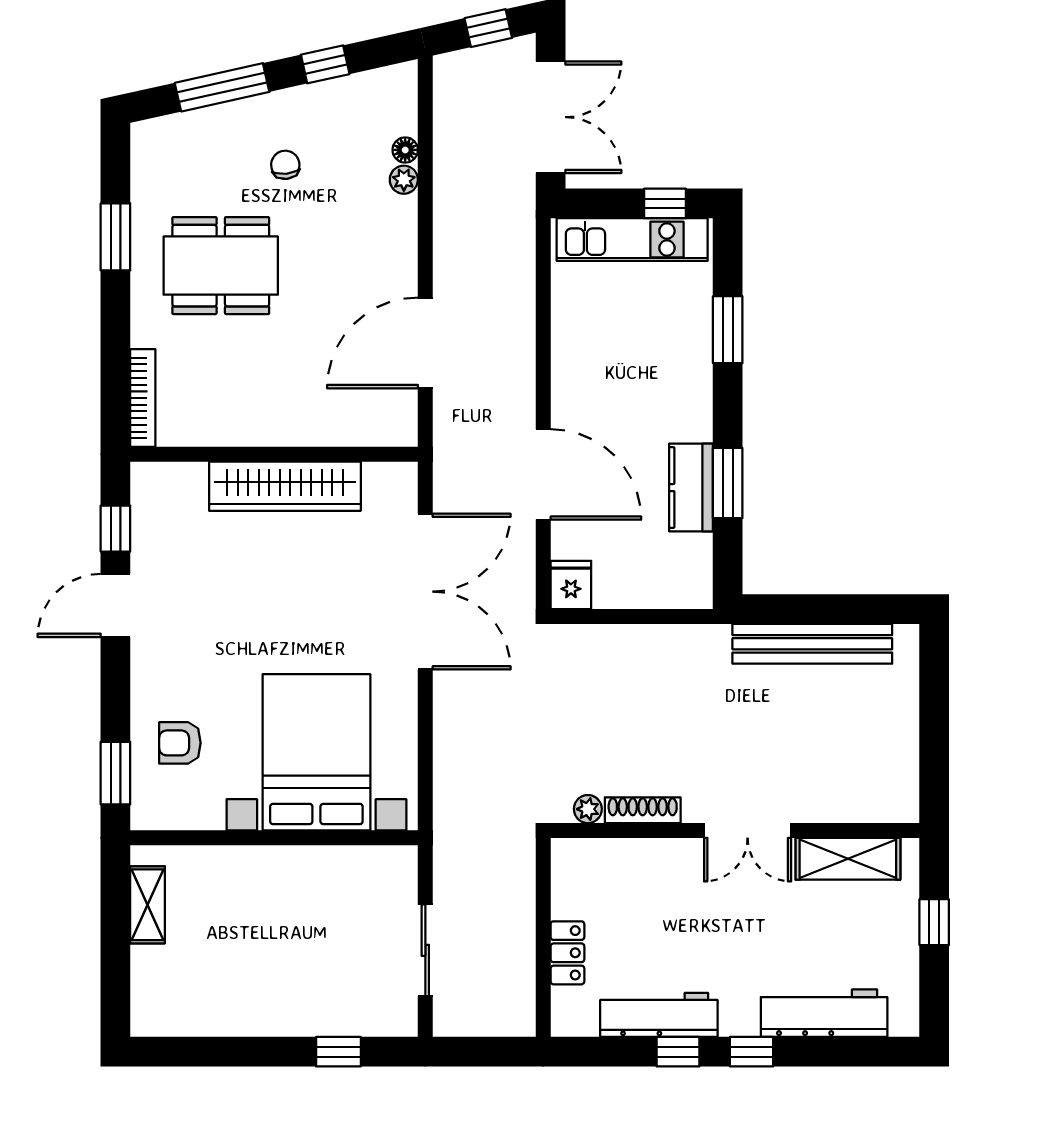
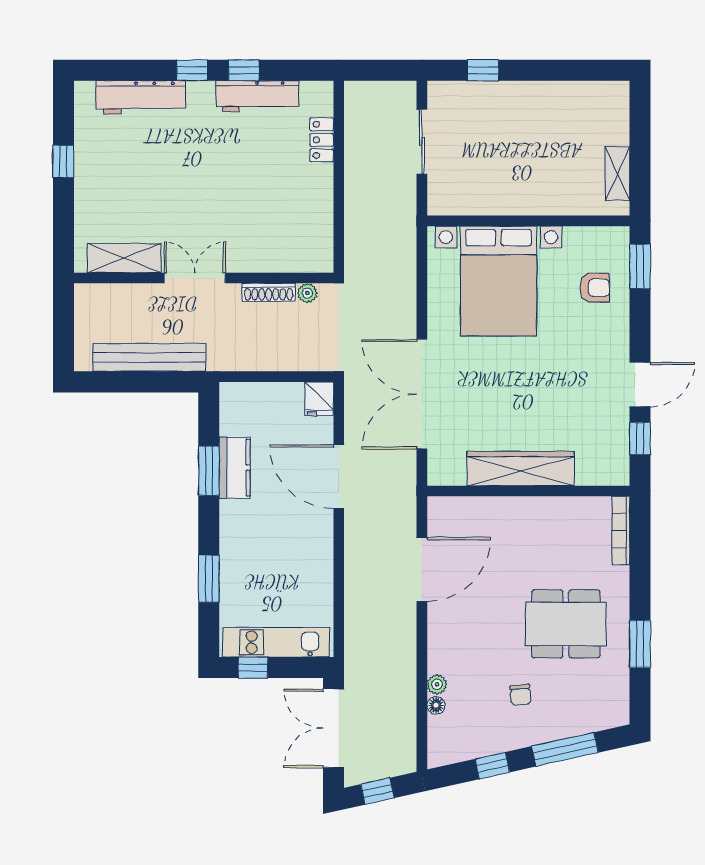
plant: (588, 809) -> (307, 293), moved
shoe rack: (643, 810) -> (269, 292), moved
wall: (735, 830) -> (204, 278), moved
double door: (748, 830) -> (195, 278), moved
shelving: (848, 859) -> (124, 258), moved

